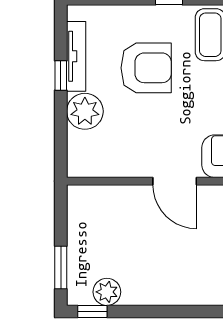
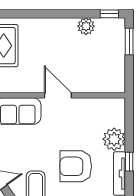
plant: (107, 292) -> (86, 26), moved

